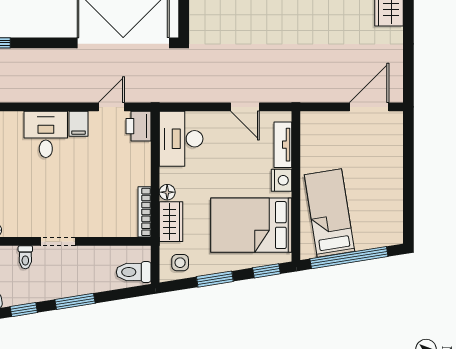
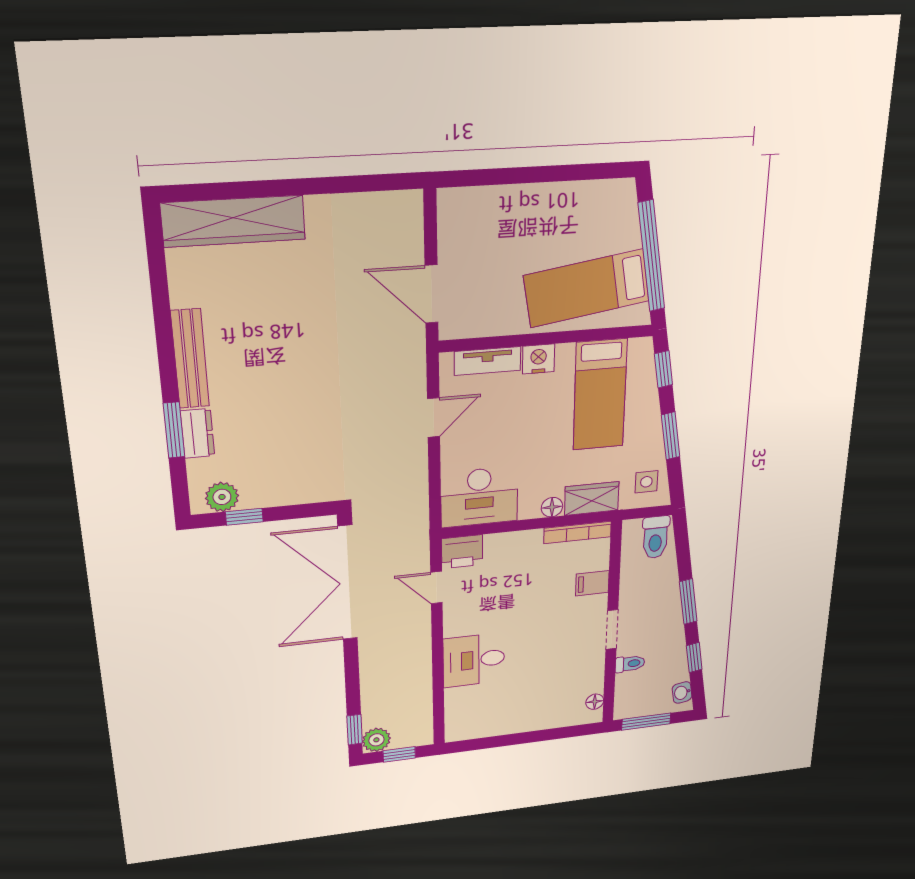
door: (369, 107) -> (431, 294), moved
filing cabinet: (78, 124) -> (592, 583), moved, turned 180
bed: (251, 225) -> (600, 395), width x0.67

